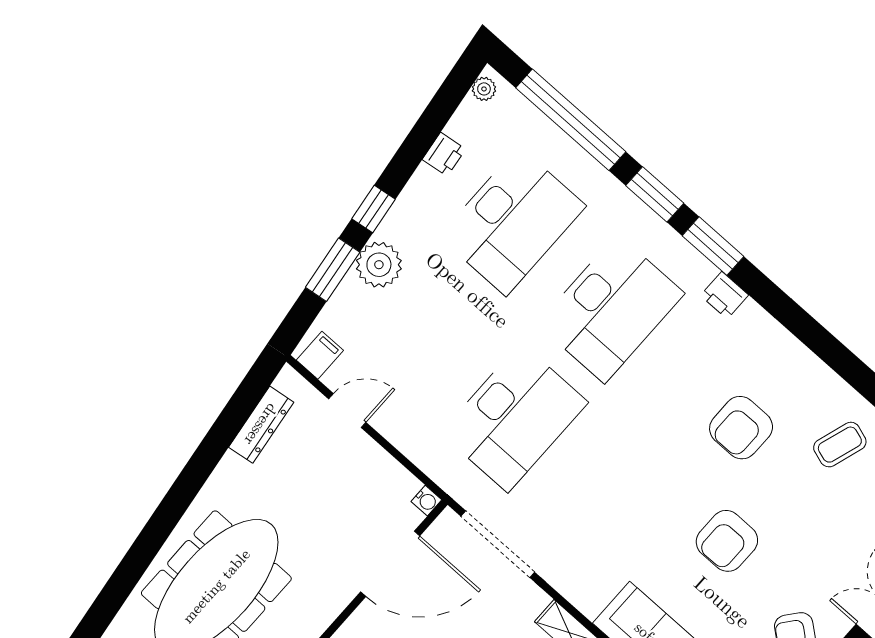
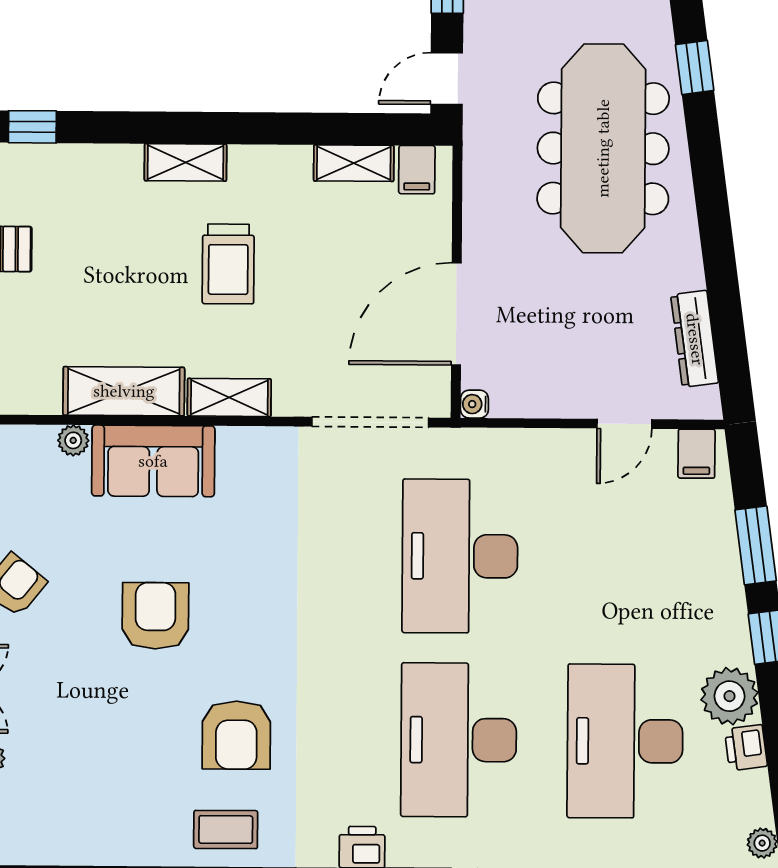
plant: (379, 265) -> (730, 696), moved
armchair: (741, 428) -> (236, 735), turned 180
coffee table: (840, 445) -> (226, 830), moved, turned 72
window: (120, 586) -> (695, 67), added

